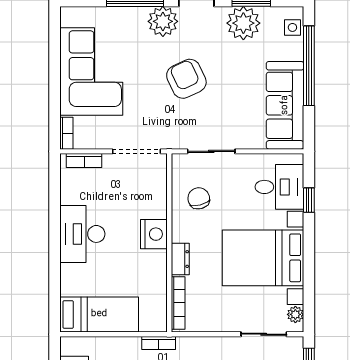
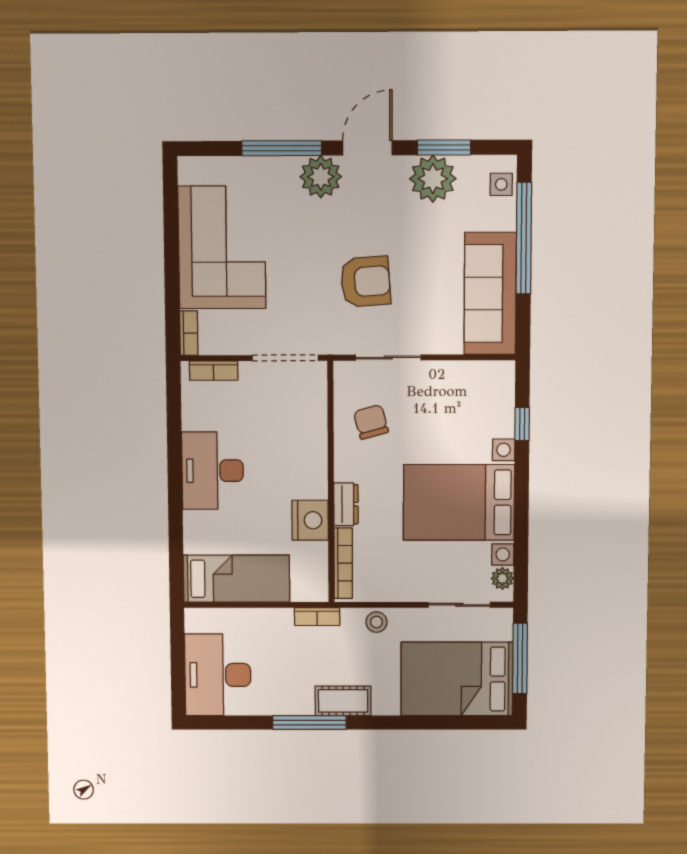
armchair: (186, 79) -> (365, 282), moved, turned 111
desk: (279, 187) -> (482, 406), removed
nightstand: (154, 234) -> (310, 520), moved
stool: (203, 347) -> (376, 622), added

